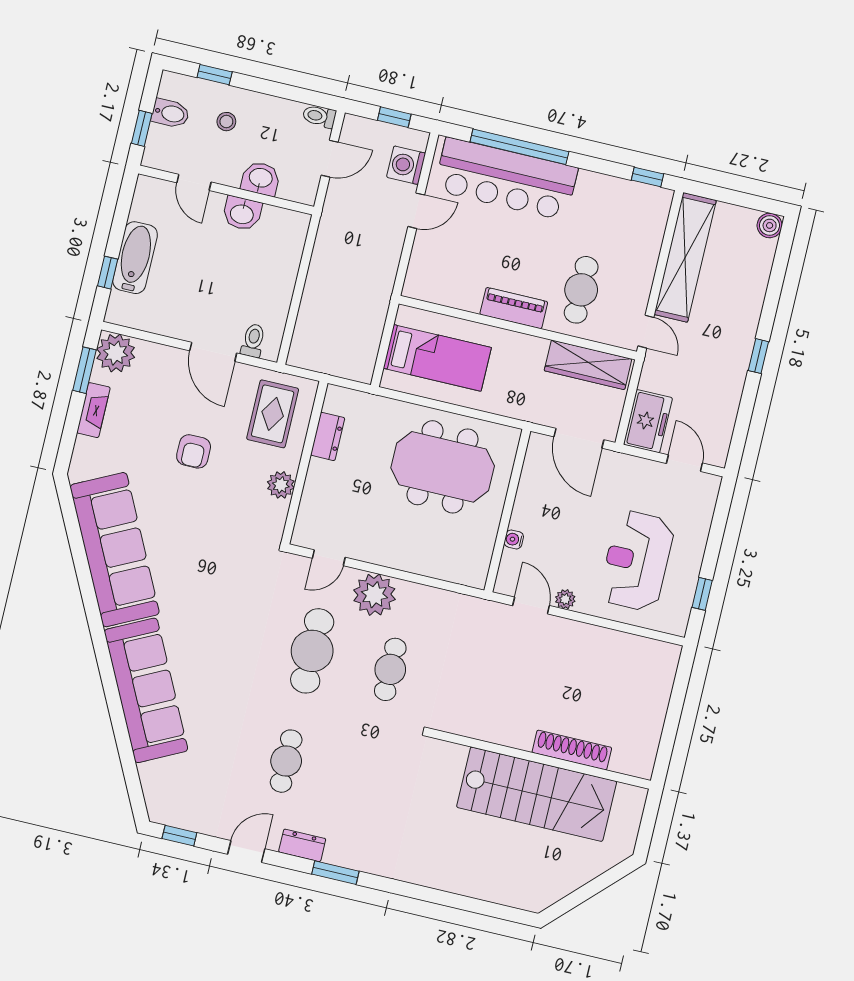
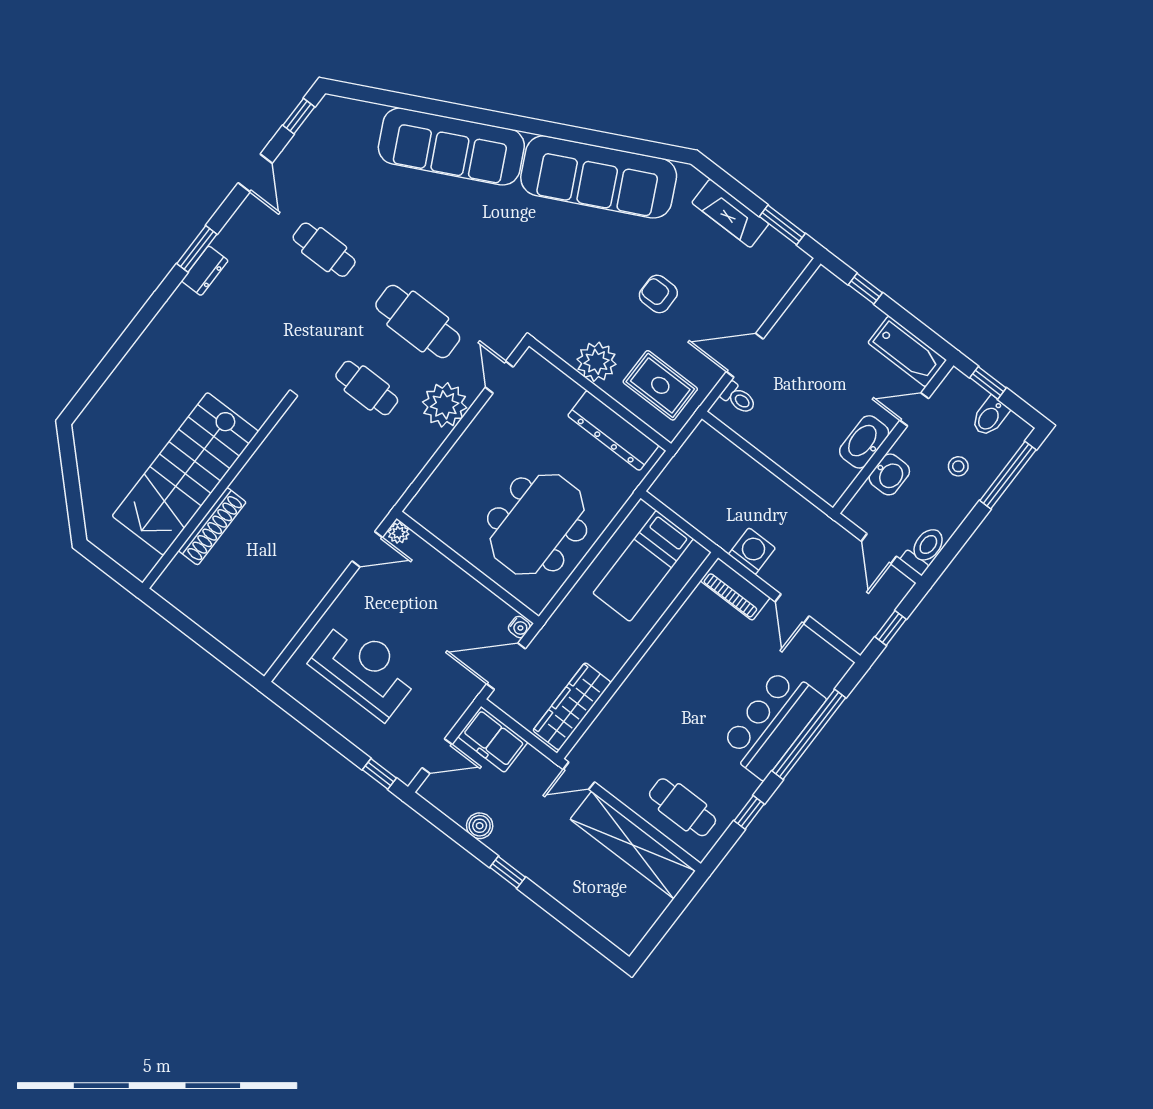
window: (215, 75) -> (1008, 475), width x2.17
toilet: (319, 116) -> (924, 550), width x1.37, depth x1.39
washing machine: (406, 165) -> (752, 551), moved
window: (647, 177) -> (749, 812), moved
bar counter: (506, 179) -> (773, 723), width x0.73
washbasin: (242, 213) -> (864, 442), width x1.38
boiler: (770, 225) -> (480, 826), moved
bathtub: (135, 258) -> (907, 351), moved
cafe table: (581, 290) -> (683, 807), moved
piano: (514, 308) -> (735, 589), moved, turned 90
plant: (116, 353) -> (785, 262), removed
fireplace: (93, 410) -> (730, 213), width x1.37, depth x1.32
dresser: (328, 436) -> (613, 431), width x1.96, depth x1.24
plant: (281, 485) -> (597, 362), width x1.36, depth x1.36
water cooler: (514, 539) -> (519, 627), moved, turned 90
window: (702, 594) -> (379, 774), moved
plant: (565, 599) -> (398, 533), moved
dresser: (302, 845) -> (205, 271), moved

